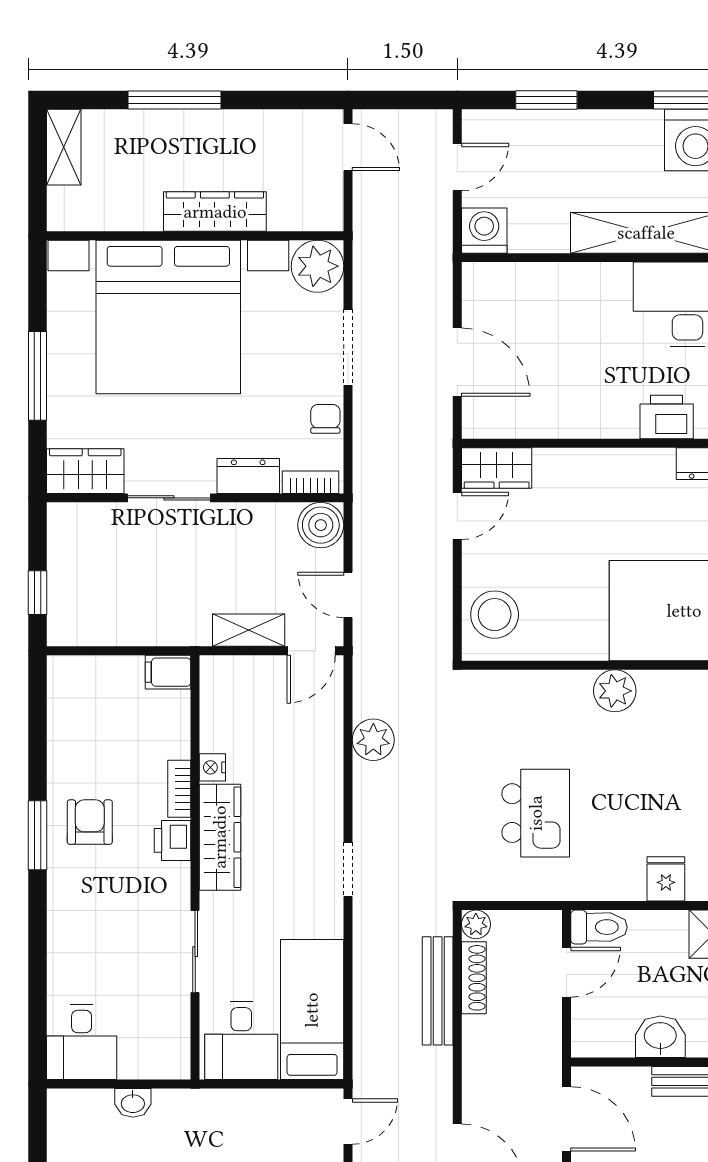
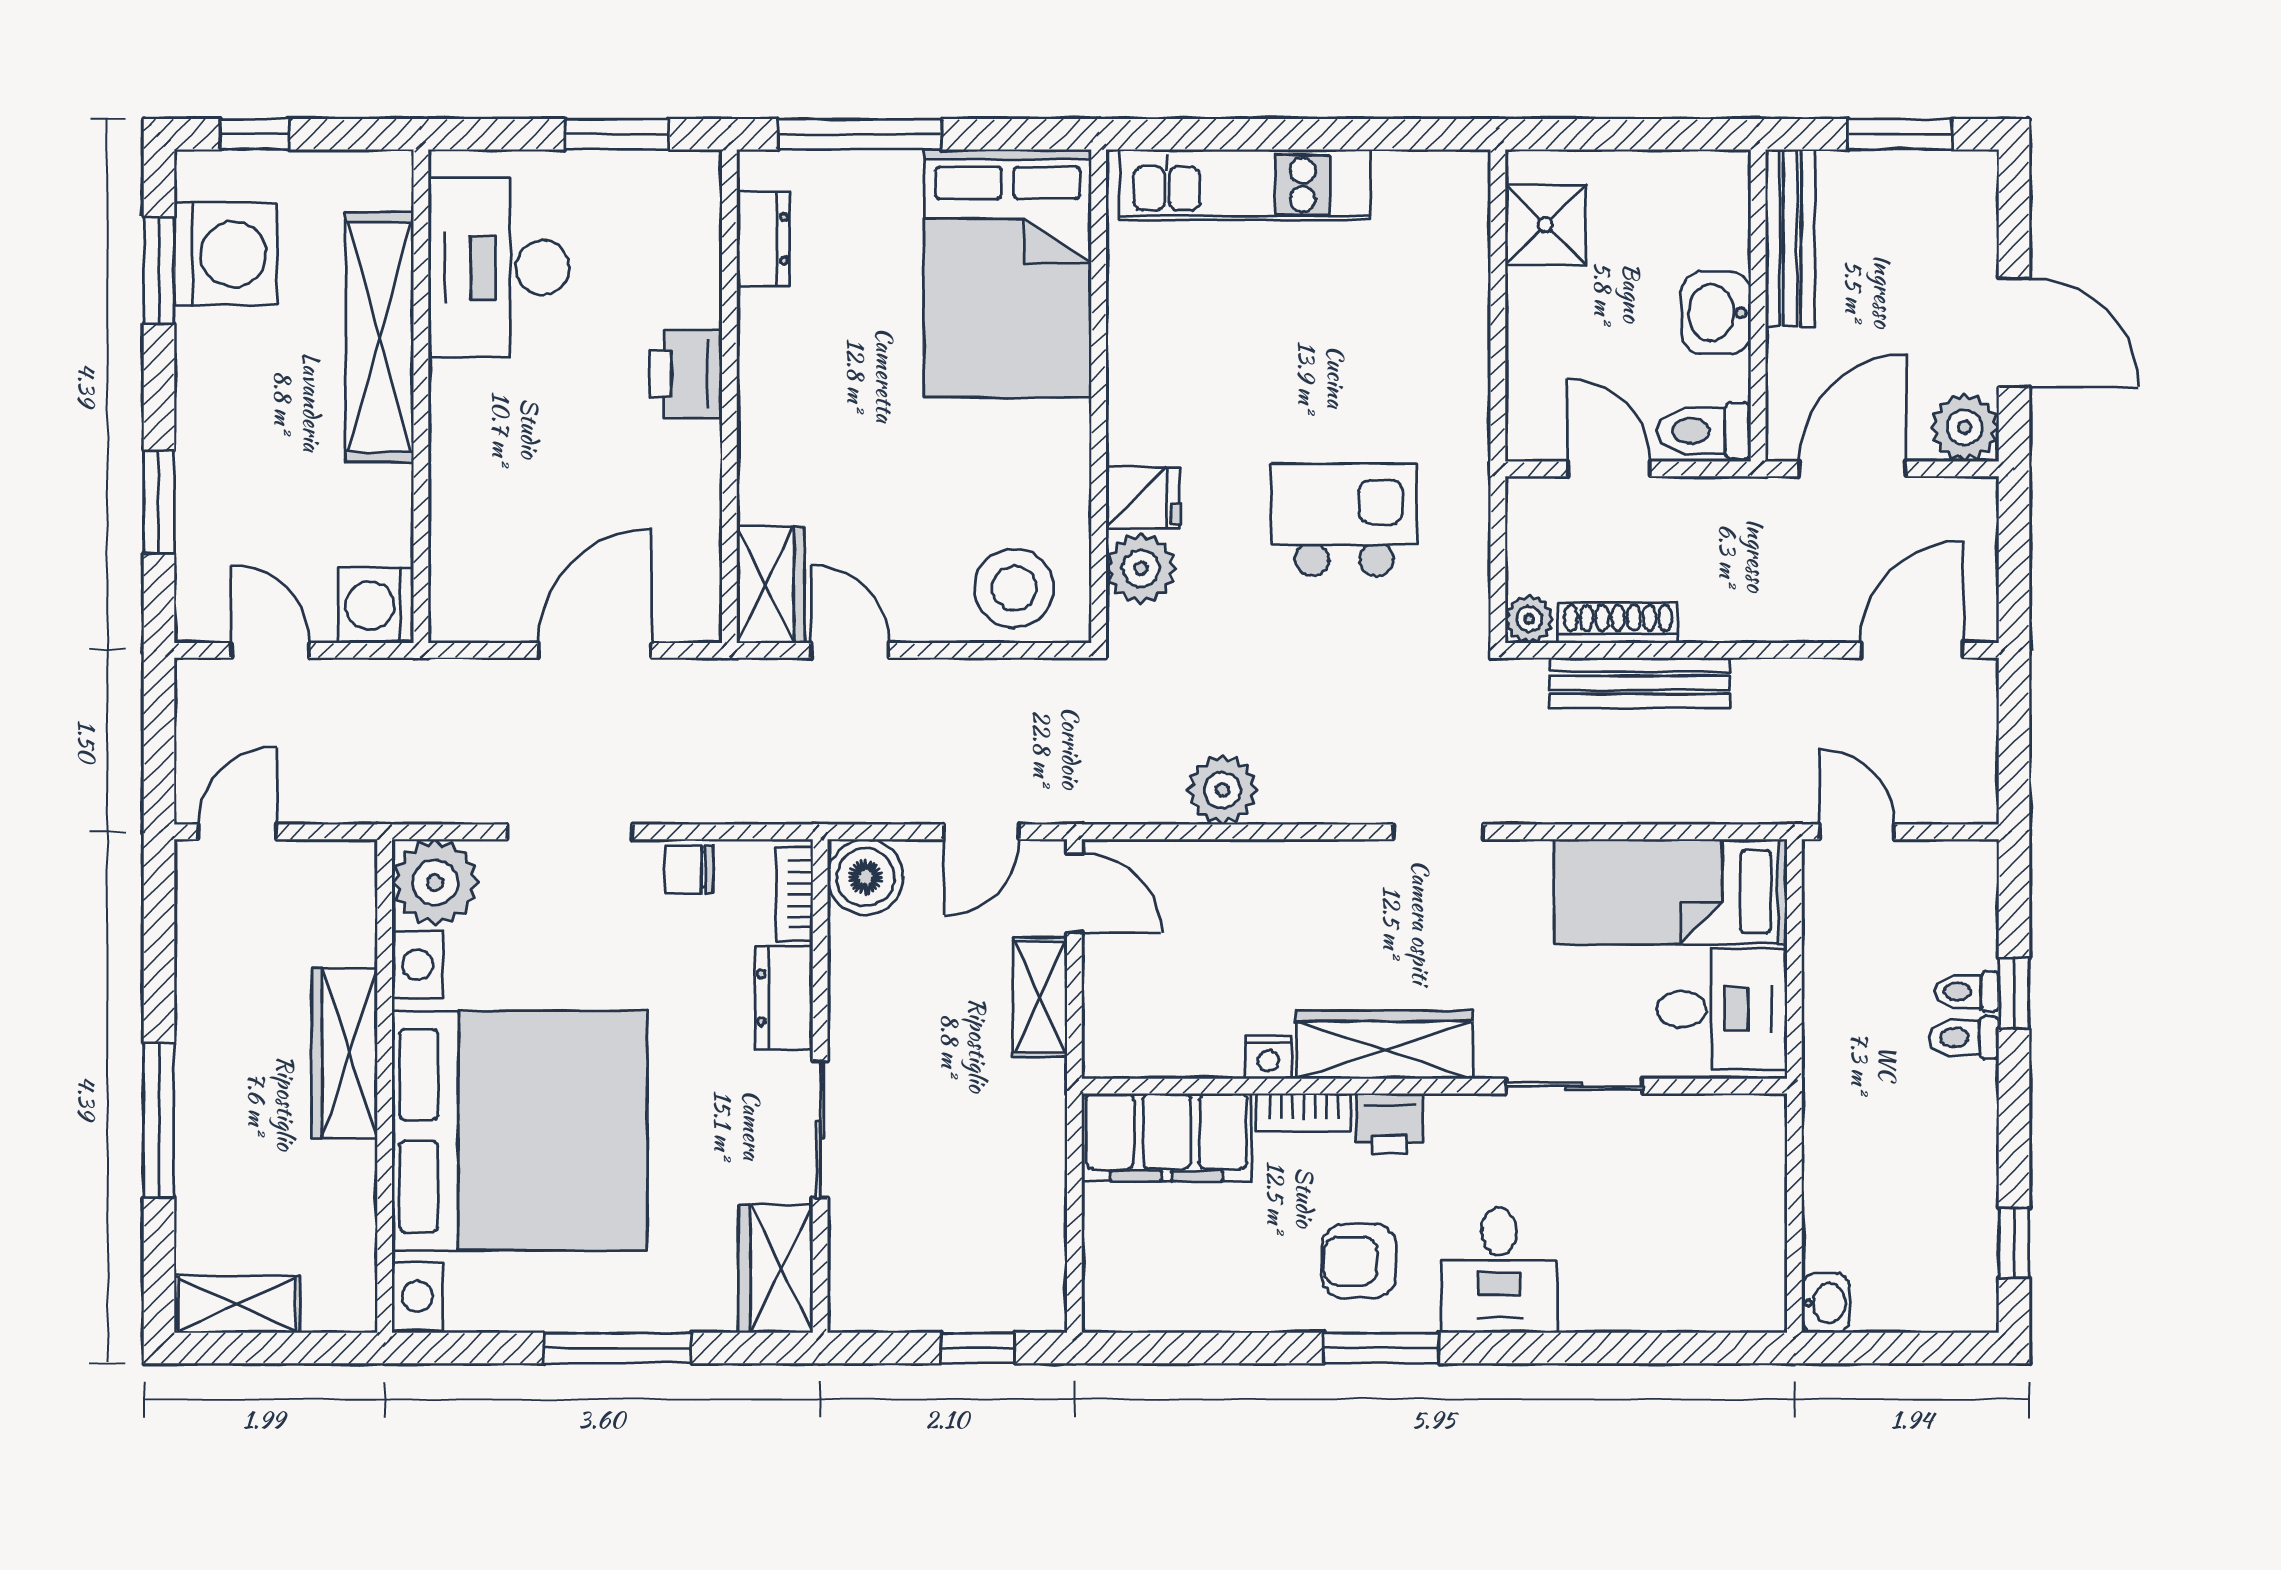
printer: (667, 417) -> (686, 374), moved
filing cabinet: (168, 672) -> (1167, 1137), width x3.00, depth x1.17
plant: (615, 691) -> (1141, 568), moved
fridge: (666, 879) -> (1143, 497), moved, turned 180
toilet: (599, 927) -> (1704, 431), moved, turned -90
desk: (82, 1042) -> (1499, 1270), moved, turned 90
washbasin: (133, 1103) -> (1826, 1303), moved

